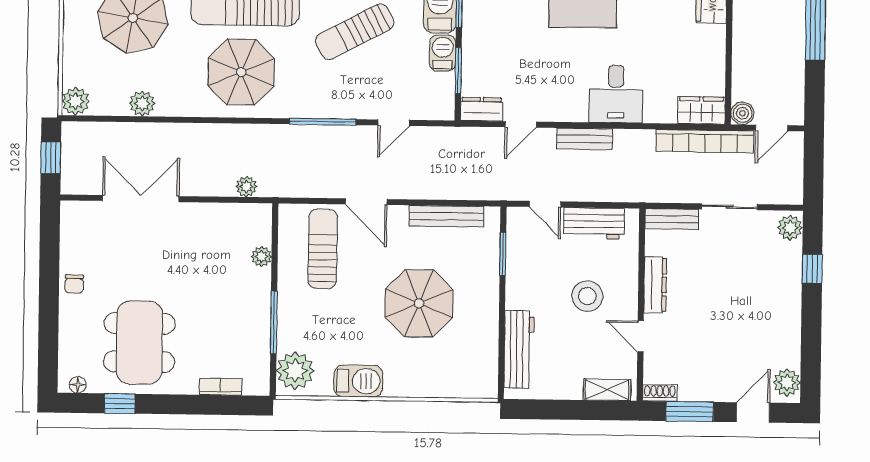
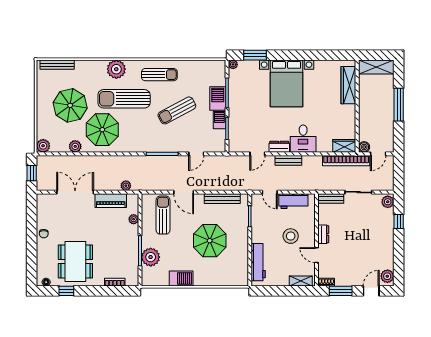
parasol: (241, 72) -> (102, 130), moved
dresser: (482, 109) -> (279, 147), moved
piano: (214, 217) -> (111, 201), added
dresser: (655, 285) -> (323, 234), width x0.70
plant: (295, 371) -> (151, 257), moved

